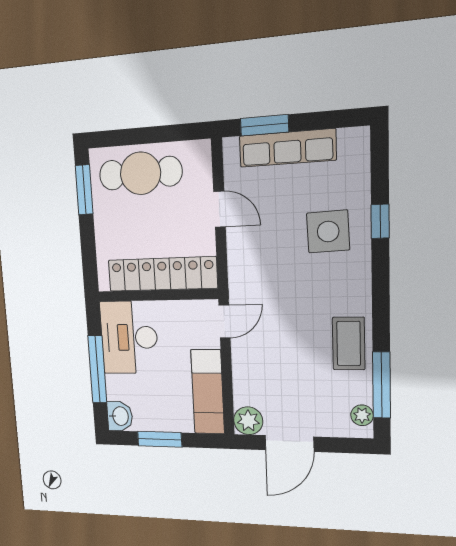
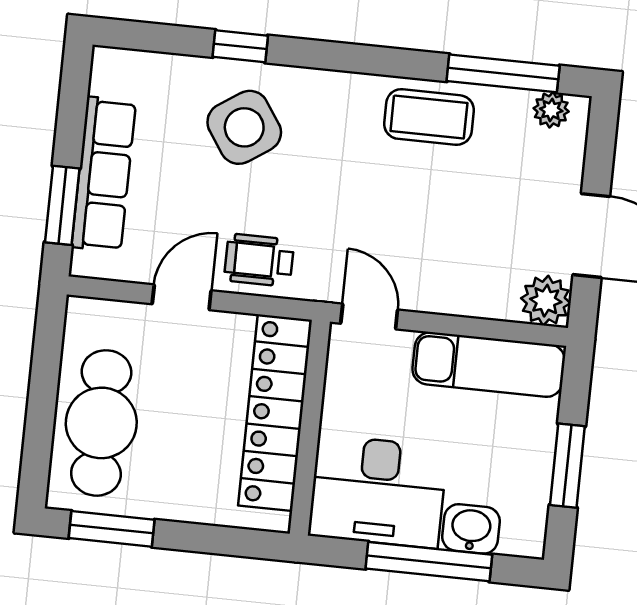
side table: (328, 232) -> (244, 127), turned -32
wheelchair: (248, 252) -> (259, 260), added
washbasin: (120, 416) -> (471, 529), moved

